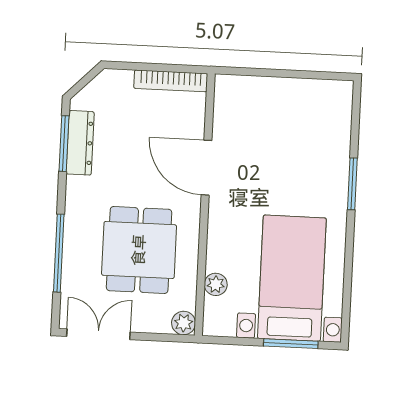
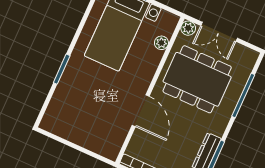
dining table: (139, 250) -> (197, 79), width x1.38
double door: (98, 334) -> (219, 32), moved

